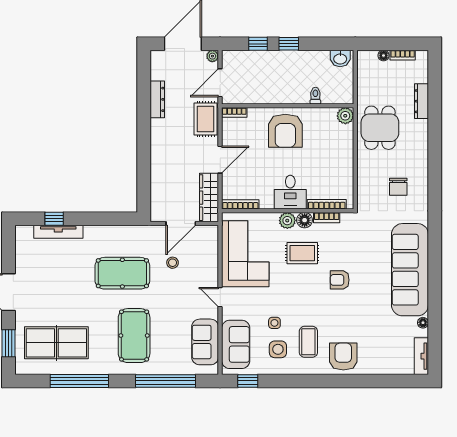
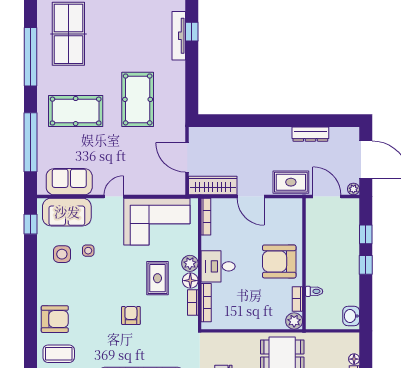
bookcase: (234, 112) -> (297, 299), moved
stool: (173, 263) -> (148, 149), removed
coffee table: (308, 342) -> (59, 354), moved

